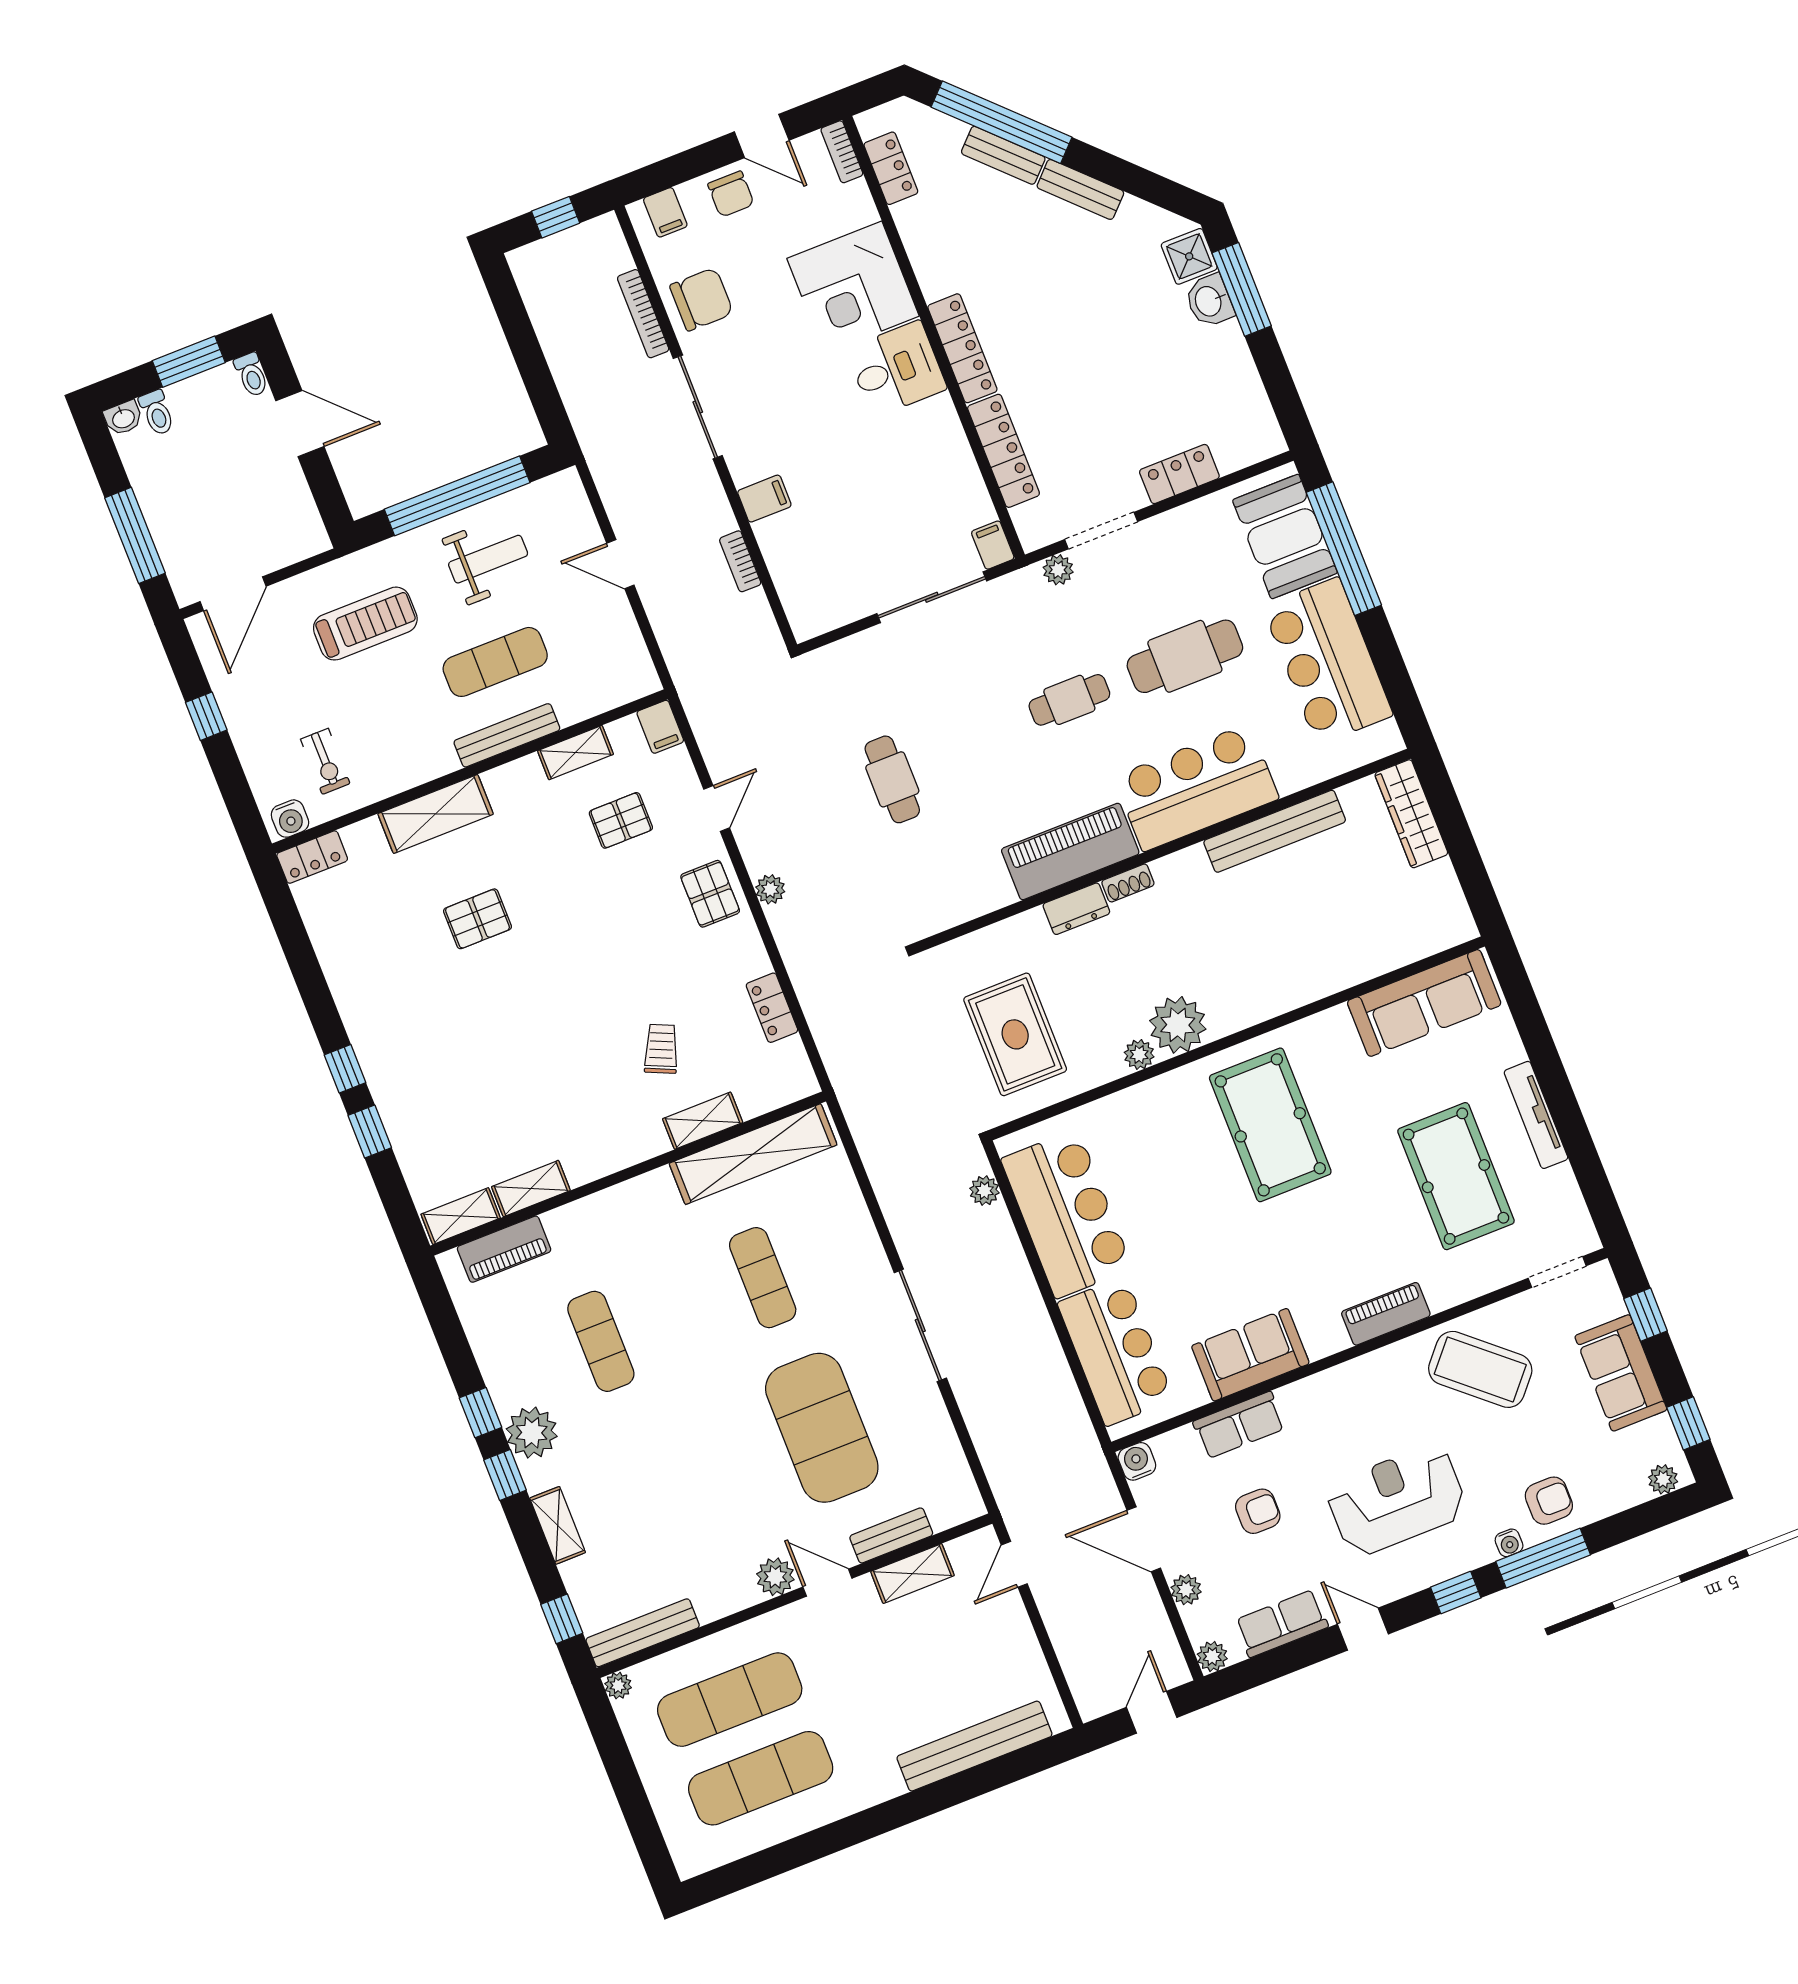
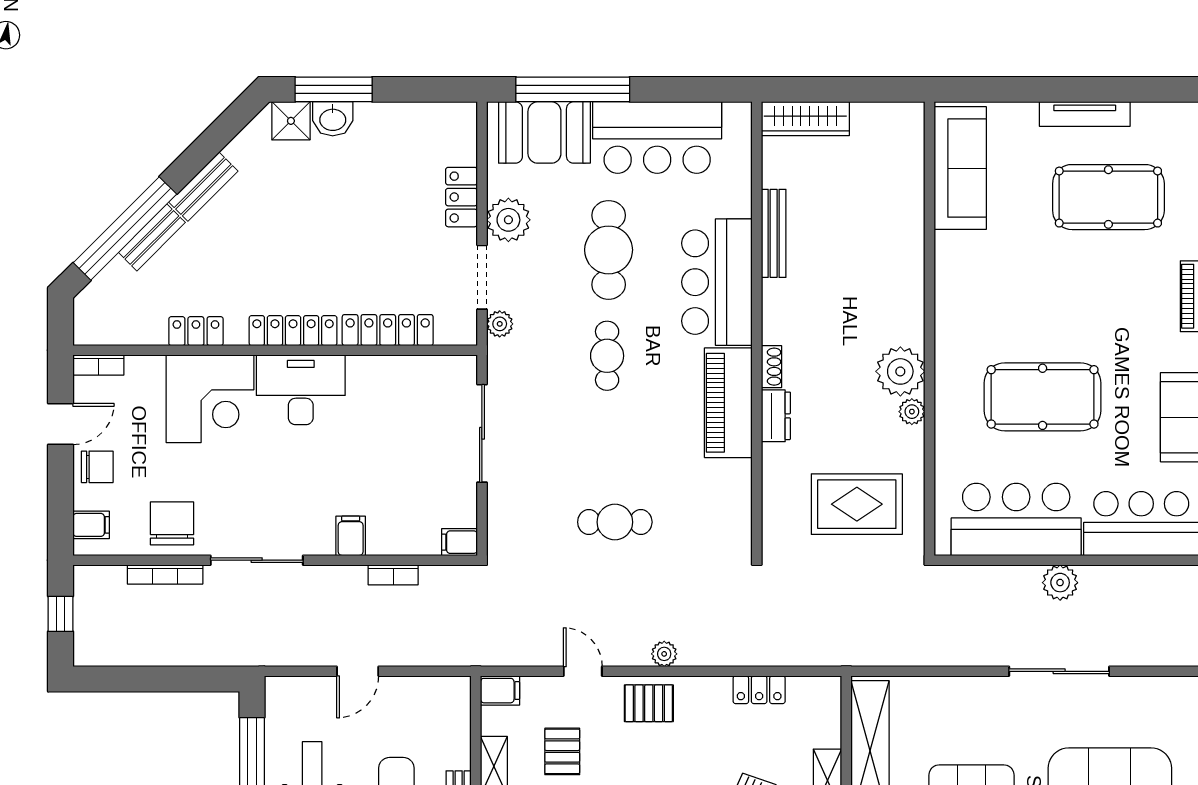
locker: (891, 168) -> (196, 331), moved
desk: (896, 369) -> (301, 390), width x1.37
plant: (1175, 535) -> (508, 220), added
filing cabinet: (993, 545) -> (459, 542), moved
bench: (1275, 831) -> (774, 233), width x0.73, depth x0.82
pool table: (1270, 1125) -> (1043, 397), moved
plant: (984, 1191) -> (1060, 583), moved, width x1.38, depth x1.38

